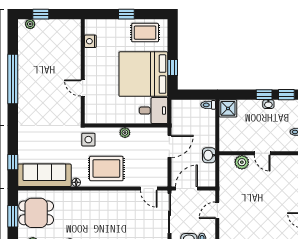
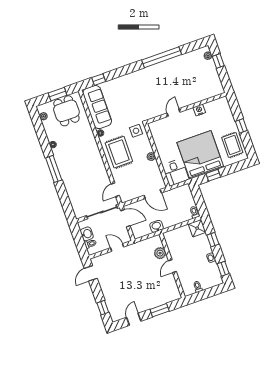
nightstand: (90, 41) -> (199, 110), moved
window: (264, 95) -> (213, 240), moved

